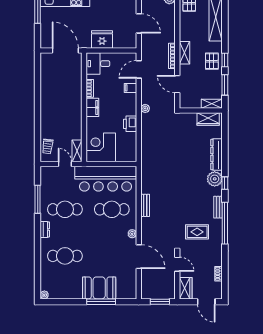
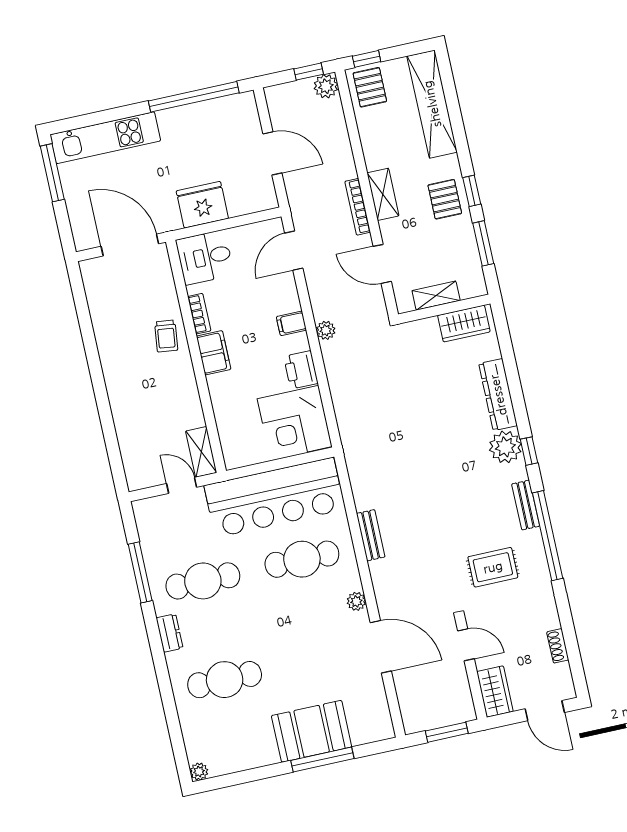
filing cabinet: (130, 88) -> (291, 323), moved
shelving: (212, 104) -> (436, 296), moved
trolley: (48, 146) -> (166, 336), moved
corner desk: (101, 147) -> (295, 423), moved, turned -90

